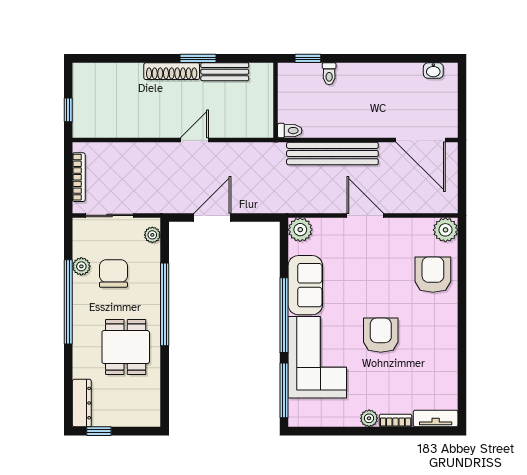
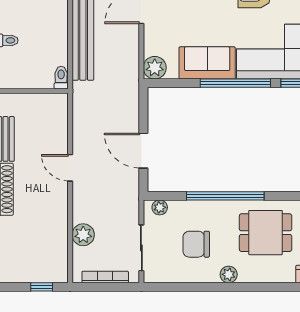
plant: (123, 154) -> (83, 235), added
plant: (81, 266) -> (229, 274), moved
window: (68, 302) -> (223, 287), removed

